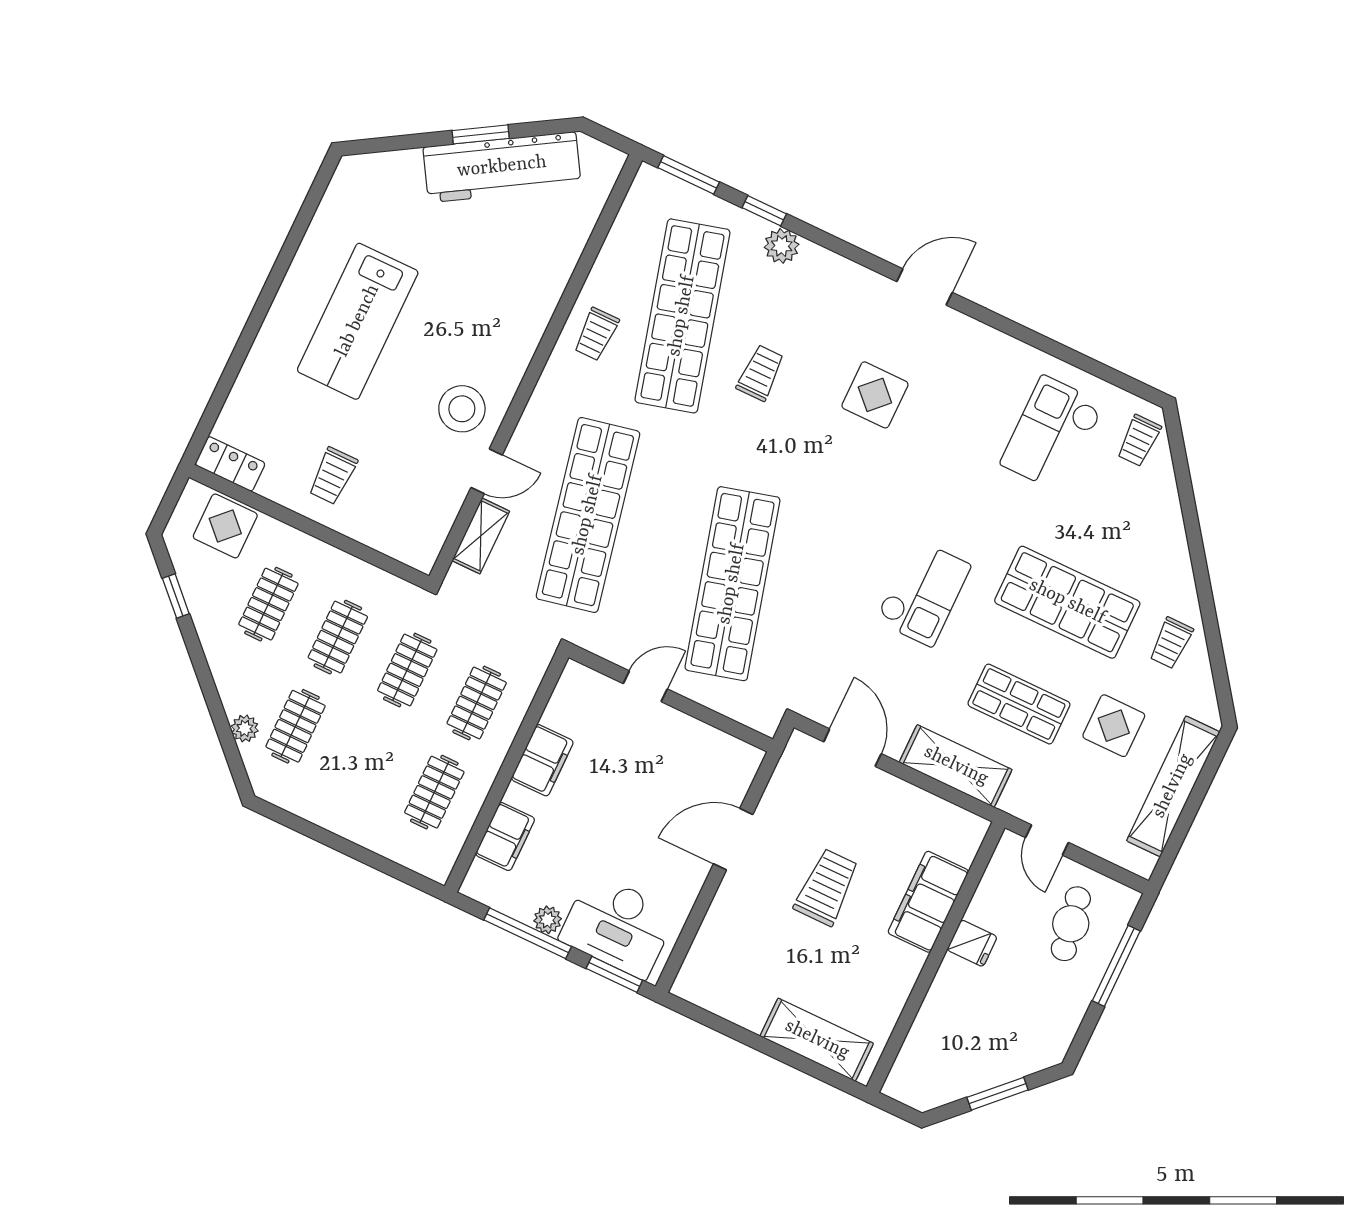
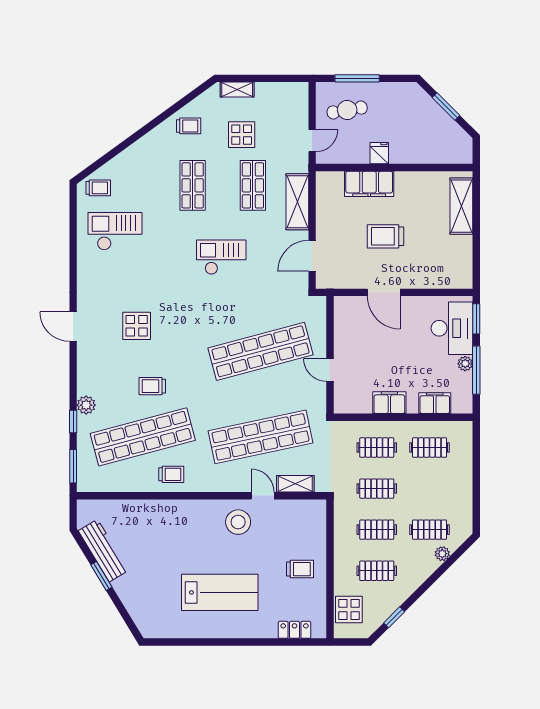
workbench: (502, 167) -> (103, 551), width x0.73, depth x0.76
checkout: (1052, 434) -> (115, 231), turned 180
locker: (230, 464) -> (295, 630), moved, turned 90
shop shelf: (1067, 602) -> (193, 185), width x0.70, depth x0.74
shelving: (1173, 786) -> (237, 90), width x0.45, depth x0.75

